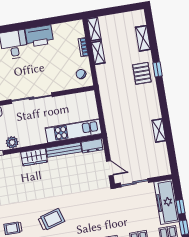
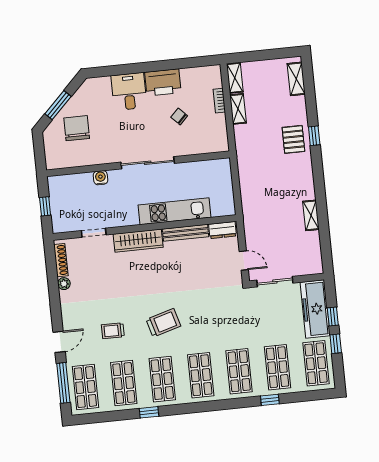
shelving: (143, 38) -> (296, 79), moved
chair: (81, 74) -> (179, 116), moved
kitchen unit: (73, 131) -> (175, 211), moved
plant: (12, 142) -> (119, 219), removed
wardrobe: (34, 157) -> (138, 241), width x1.50

